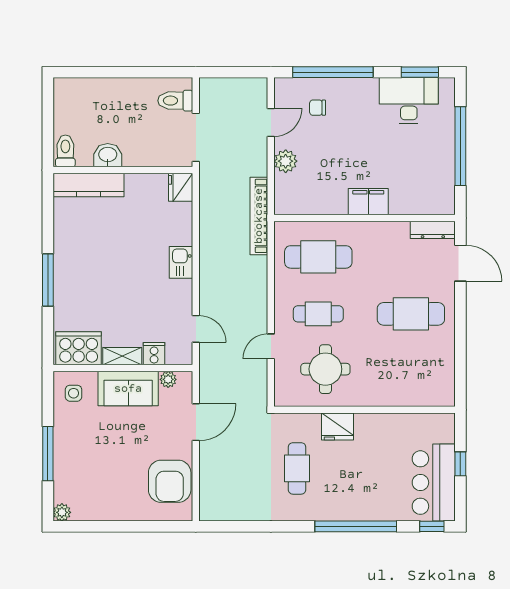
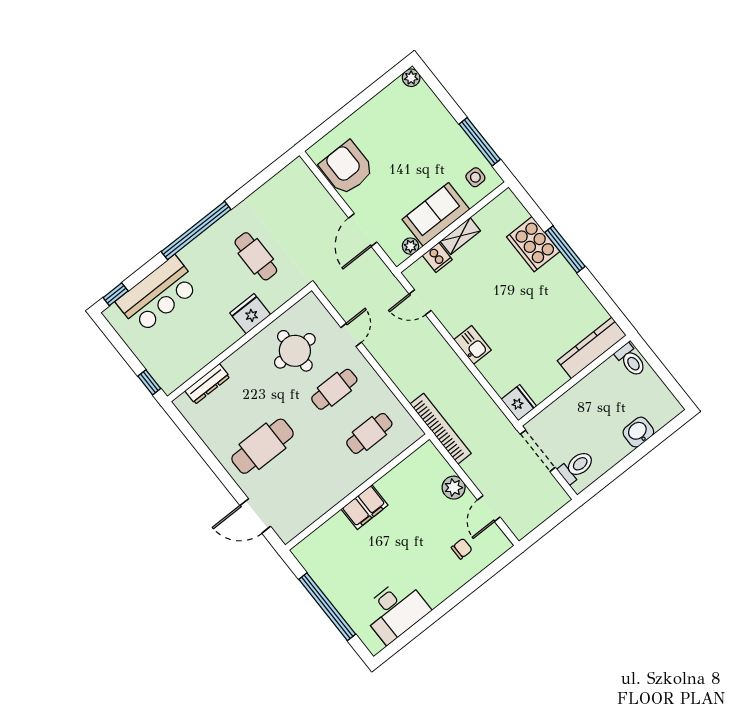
window: (333, 72) -> (472, 586), removed
window: (420, 72) -> (404, 639), removed
washbasin: (108, 155) -> (638, 432), moved, turned 180
dresser: (433, 230) -> (207, 384), moved, turned 180
cafe table: (318, 257) -> (369, 433), width x0.73, depth x0.74
cooker: (79, 348) -> (533, 244), moved, turned 90
window: (48, 454) -> (480, 142), moved
window: (460, 464) -> (149, 382), moved
bar counter: (434, 483) -> (158, 294), moved, turned 90
window: (356, 526) -> (196, 230), moved

